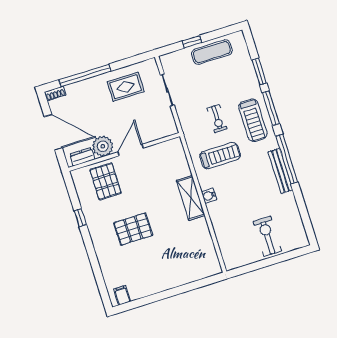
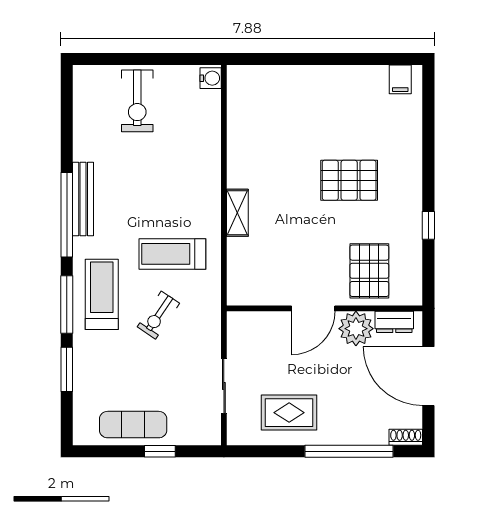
exercise bike: (217, 119) -> (158, 315), turned -146
water cooler: (209, 196) -> (211, 78), moved
shelving: (191, 198) -> (237, 213), width x0.67, depth x0.75

